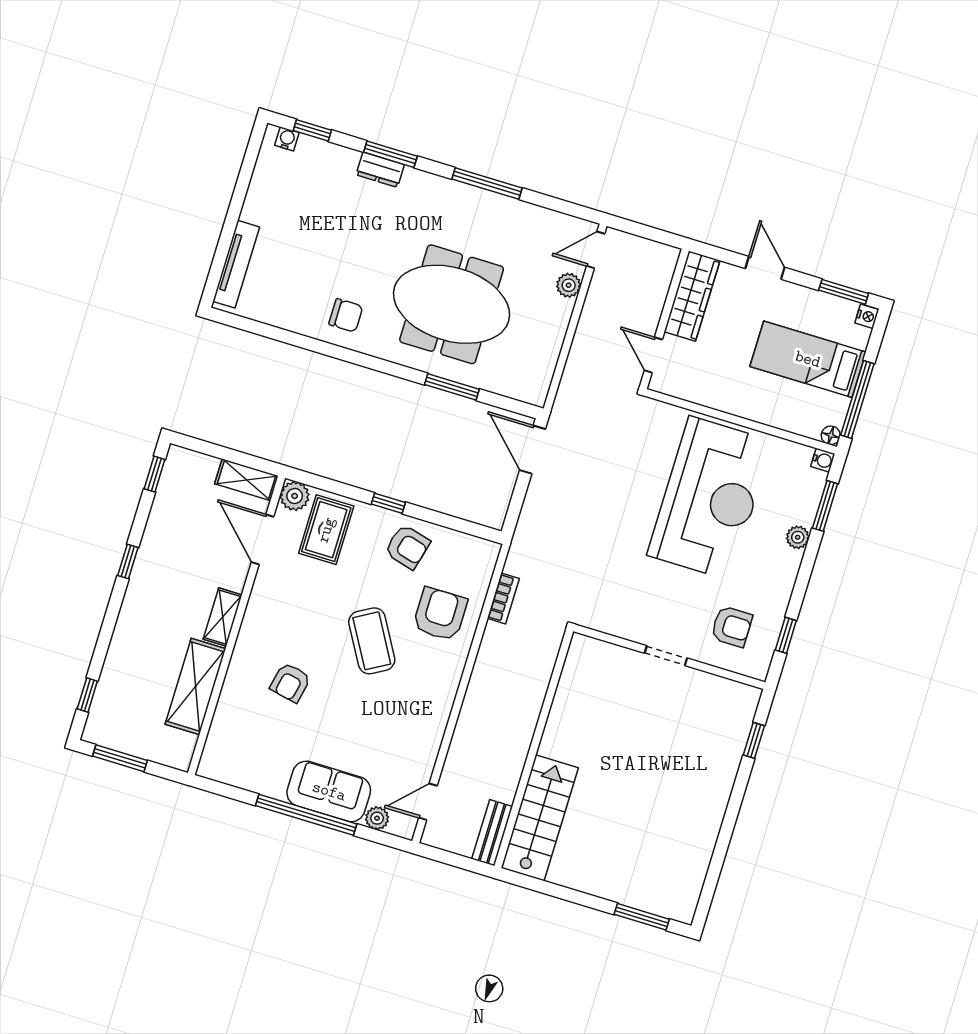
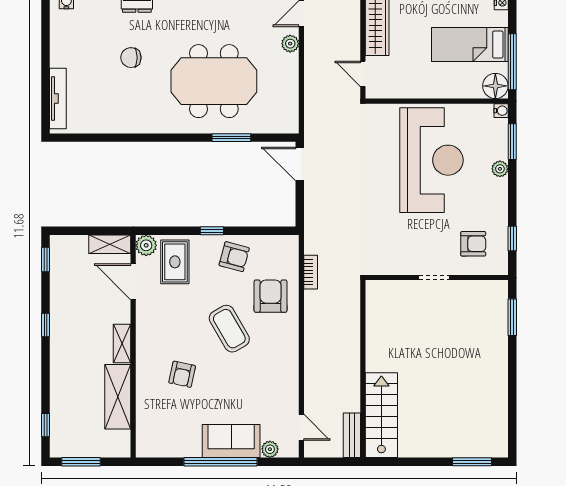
chair: (346, 315) -> (131, 58), moved, turned 180
floor lamp: (831, 435) -> (495, 86), width x1.89, depth x1.89
window: (754, 740) -> (512, 317), width x1.50
door: (428, 802) -> (301, 427), swing flipped

